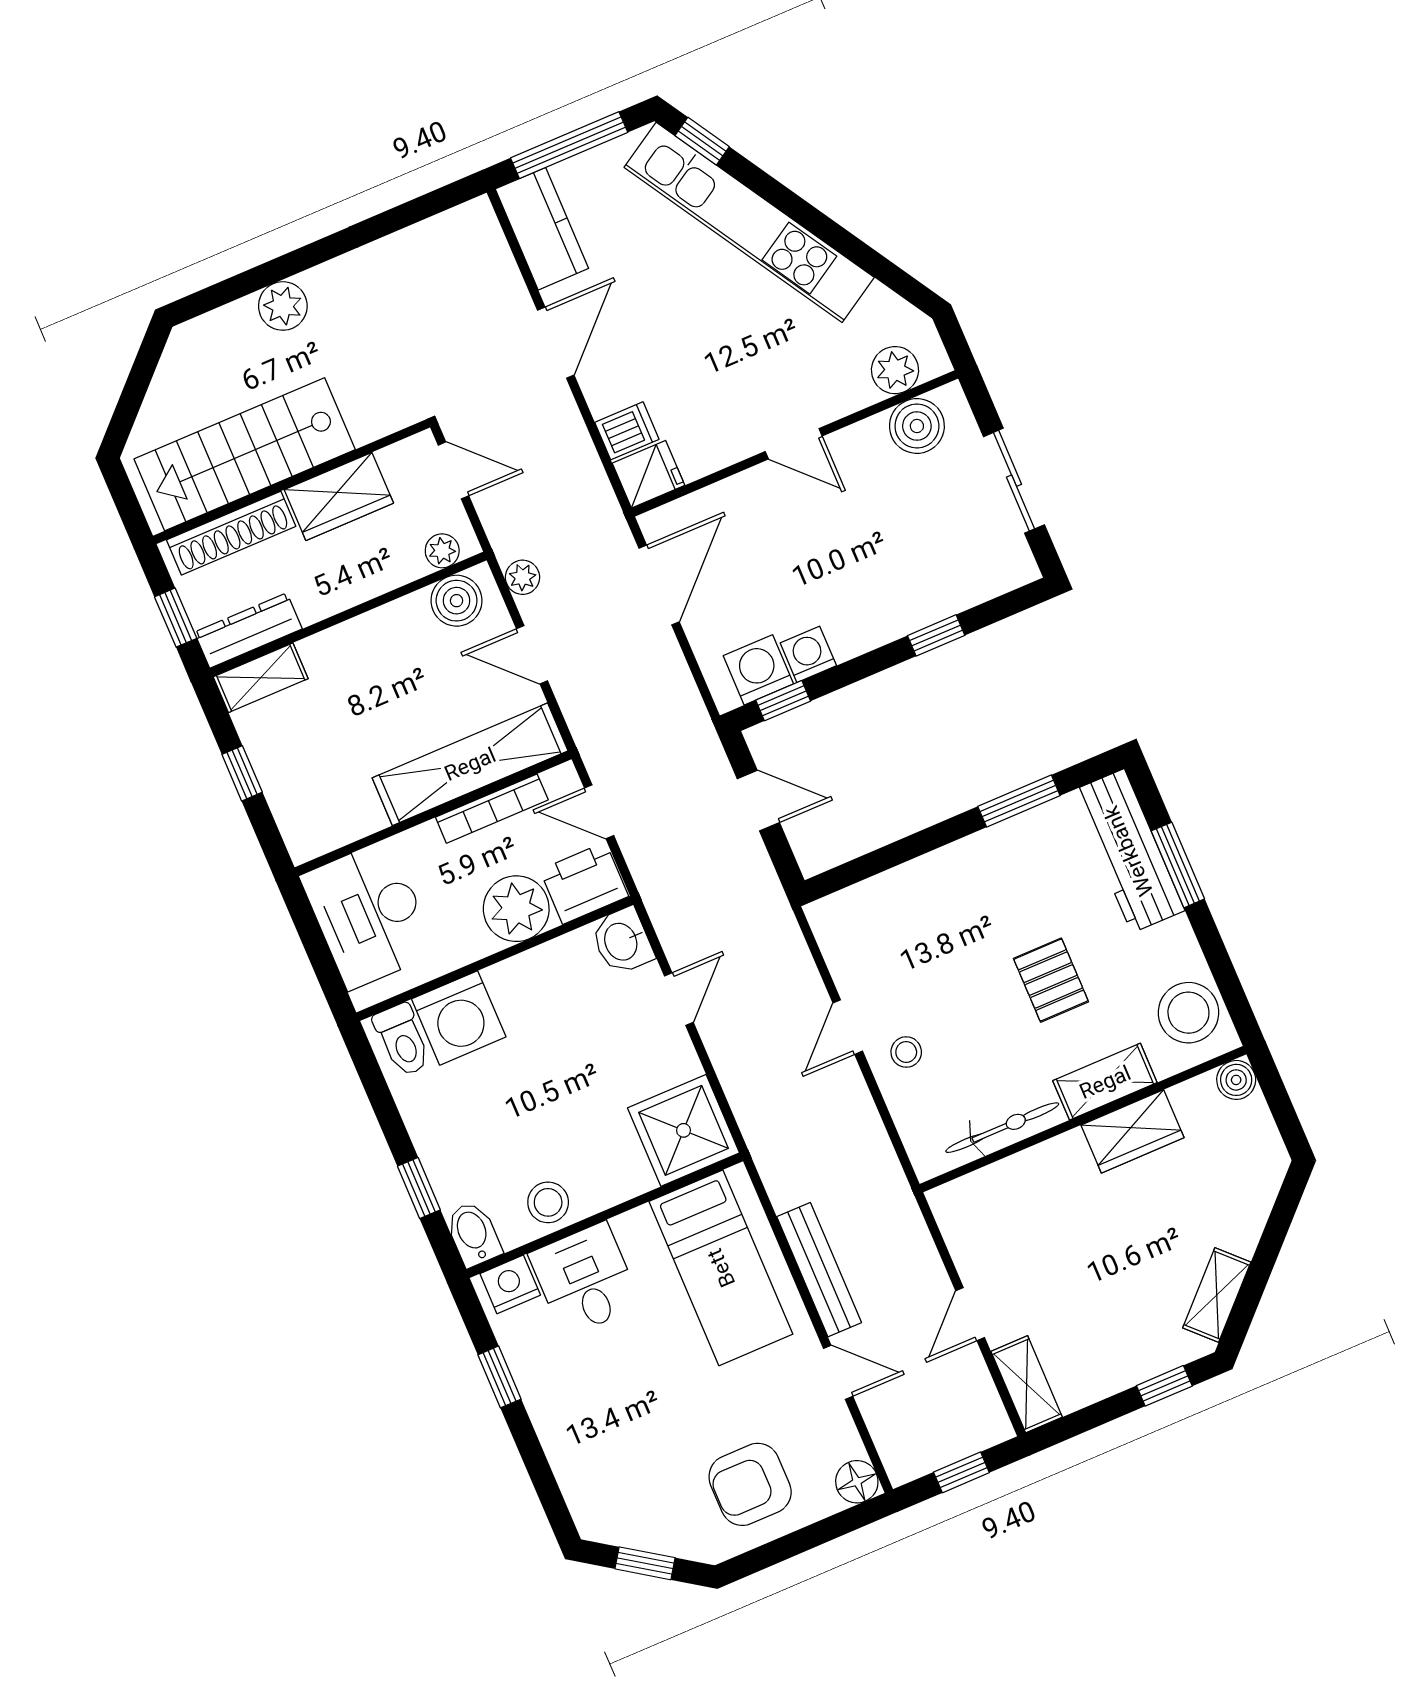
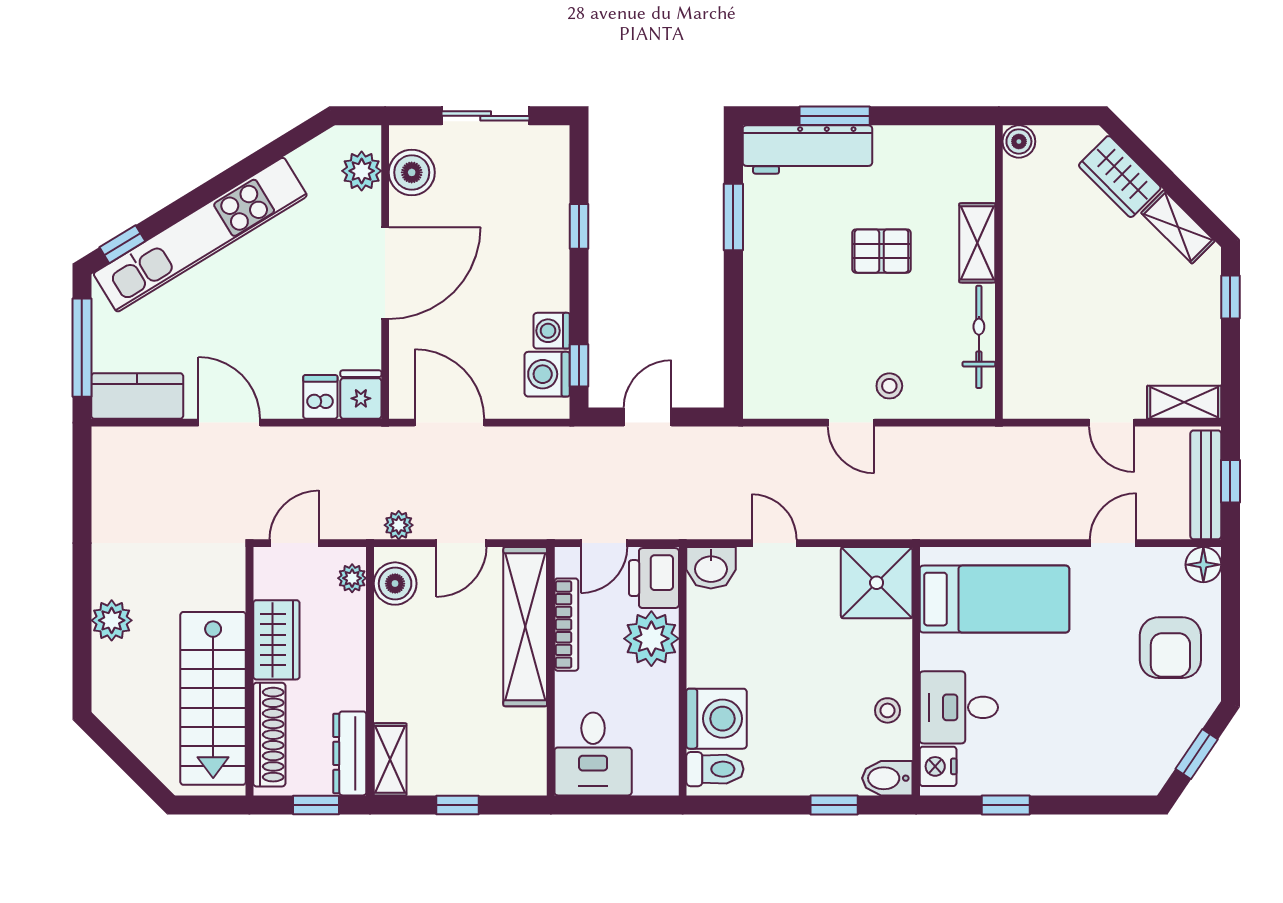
door: (794, 444) -> (385, 273), width x1.87
desk: (369, 914) -> (593, 754), width x0.73
stool: (1188, 1013) -> (952, 156), removed
wardrobe: (1132, 1131) -> (1120, 177), moved, turned 135
stool: (548, 1202) -> (887, 710), width x0.73, depth x0.73
bench: (819, 1270) -> (1206, 485), moved, turned 90

